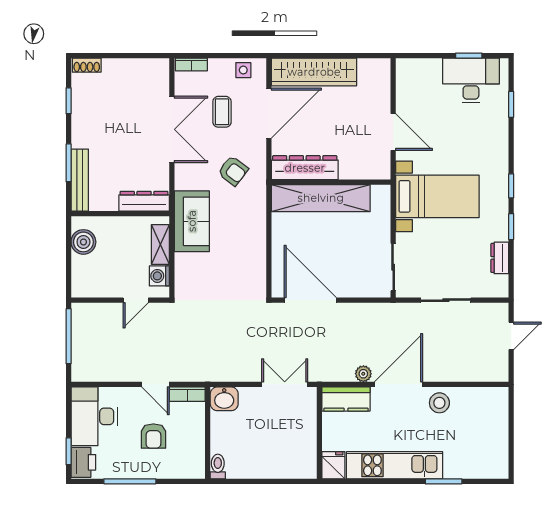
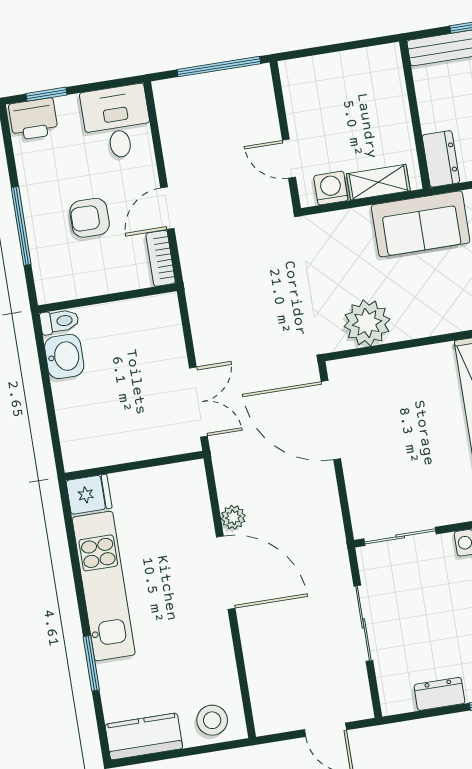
dresser: (144, 201) -> (441, 159), width x0.70
boiler: (83, 242) -> (364, 66), removed
plant: (251, 267) -> (367, 323), added
door: (310, 300) -> (331, 420), swing flipped
washbasin: (224, 399) -> (64, 356), moved, turned 180
kitchen counter: (346, 399) -> (144, 736), moved, turned 90
stool: (439, 403) -> (212, 720), moved
desk: (94, 416) -> (117, 122), width x0.73
window: (130, 481) -> (21, 226), moved

